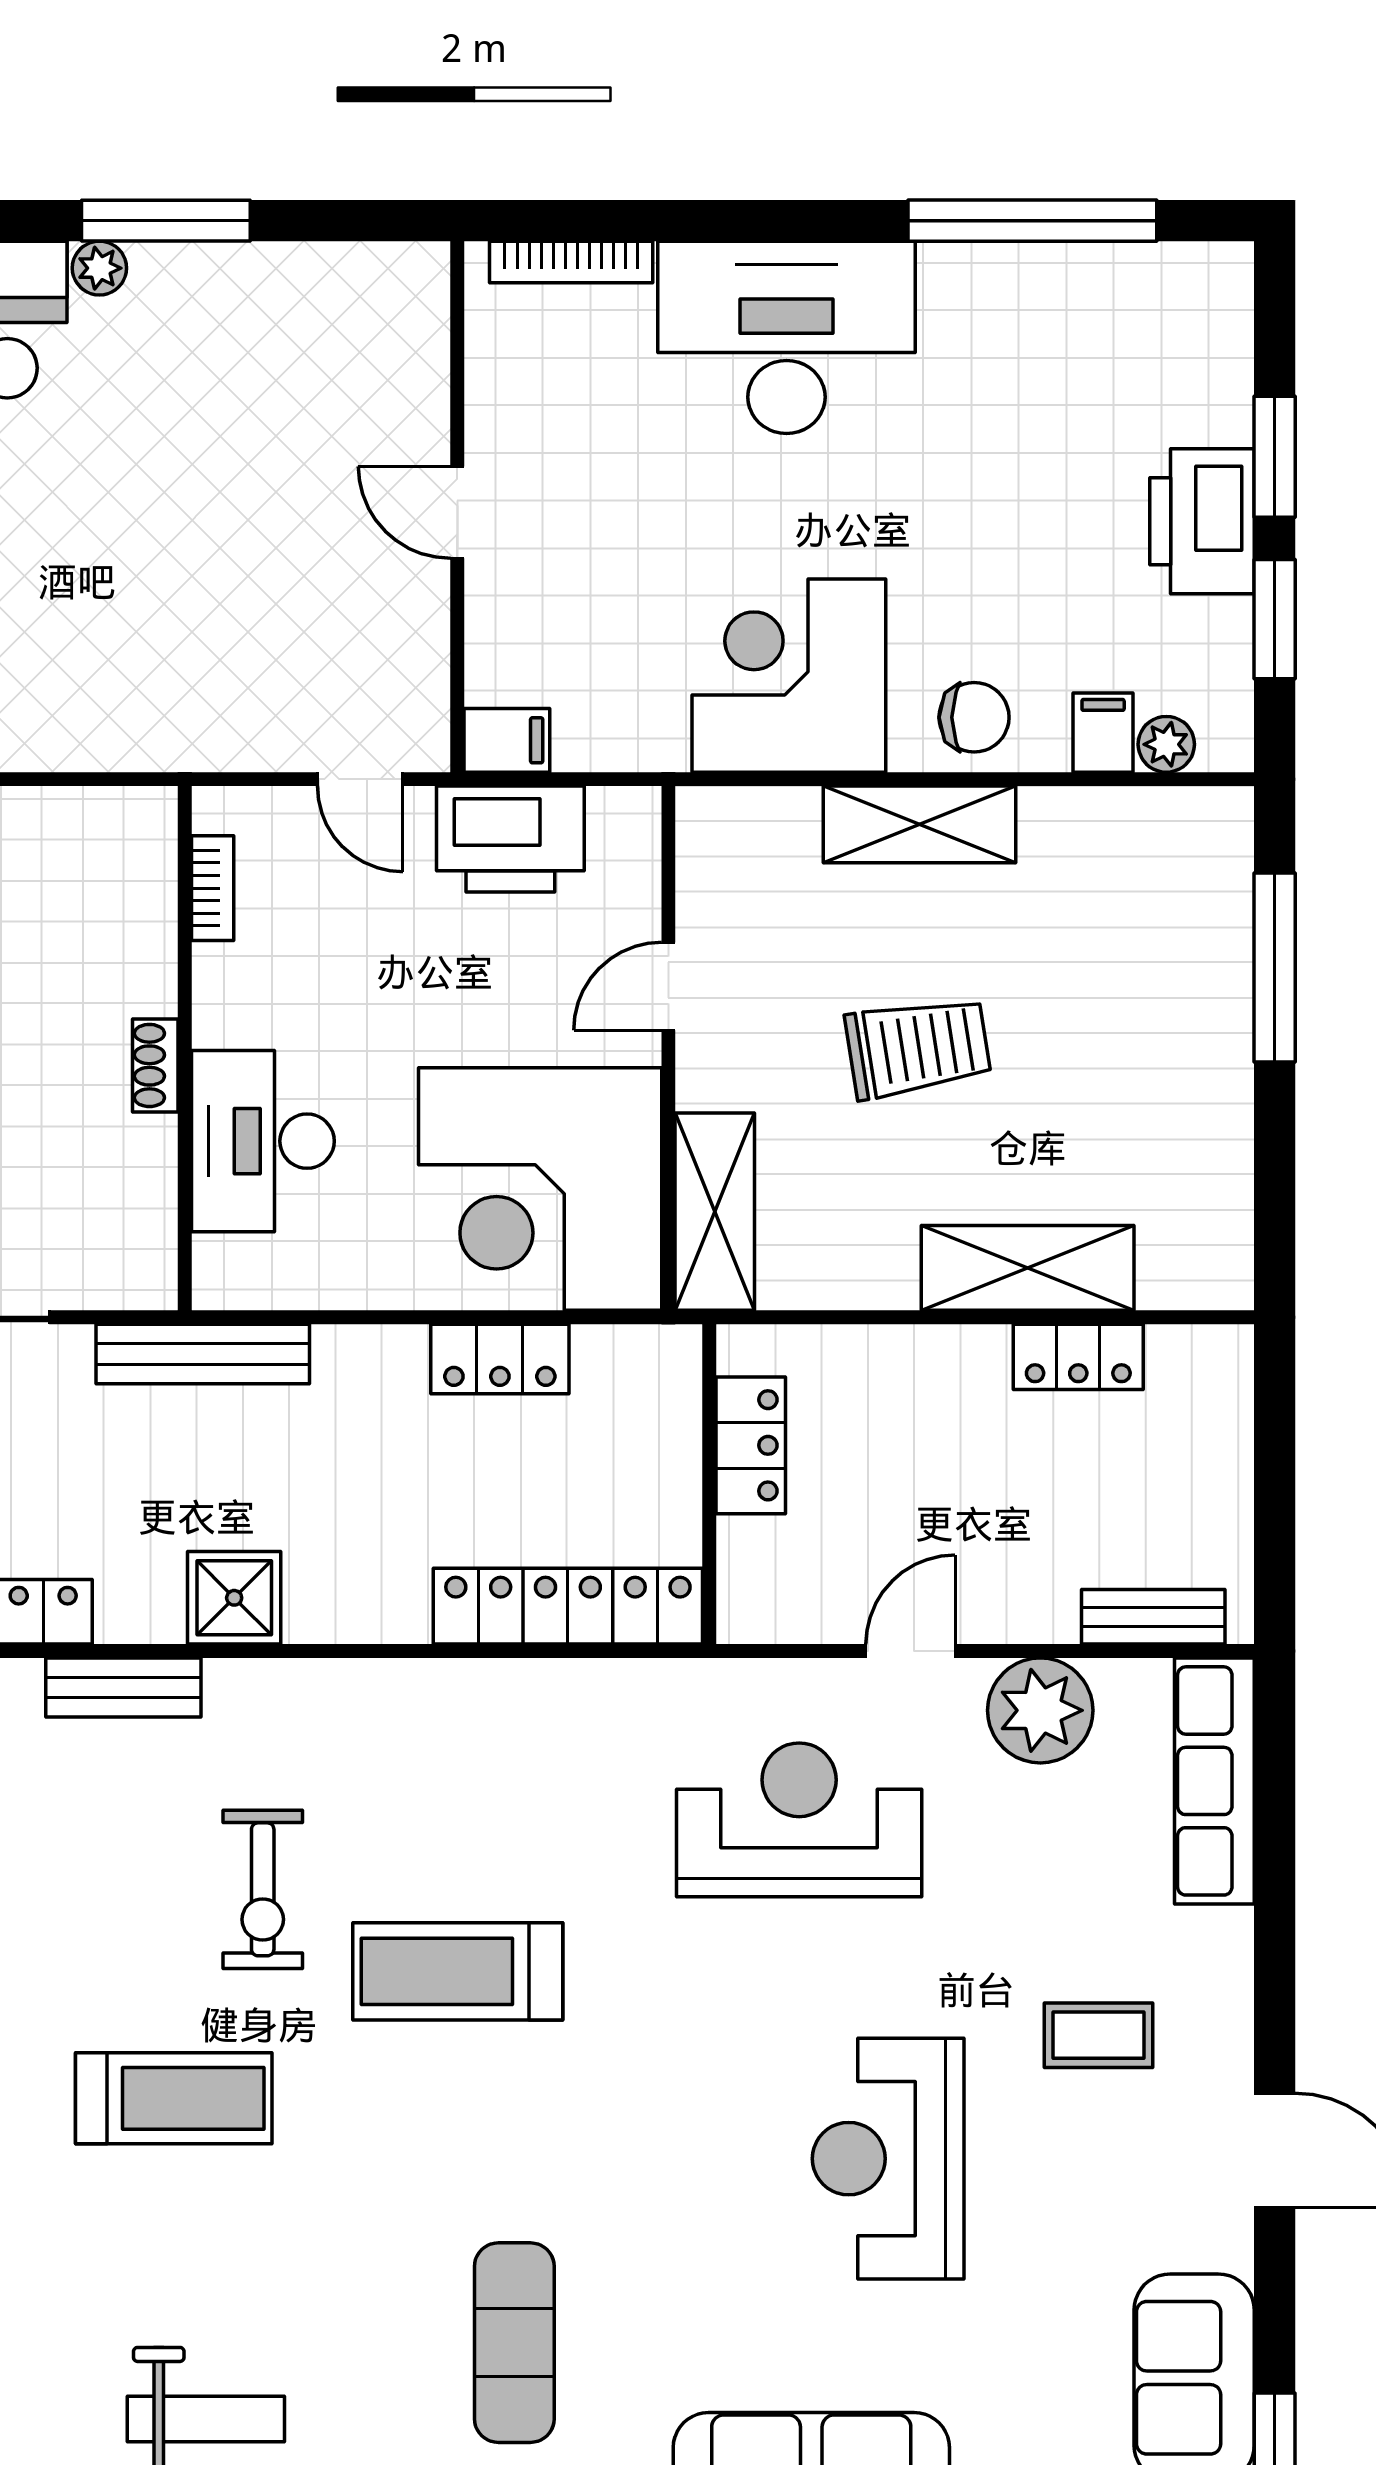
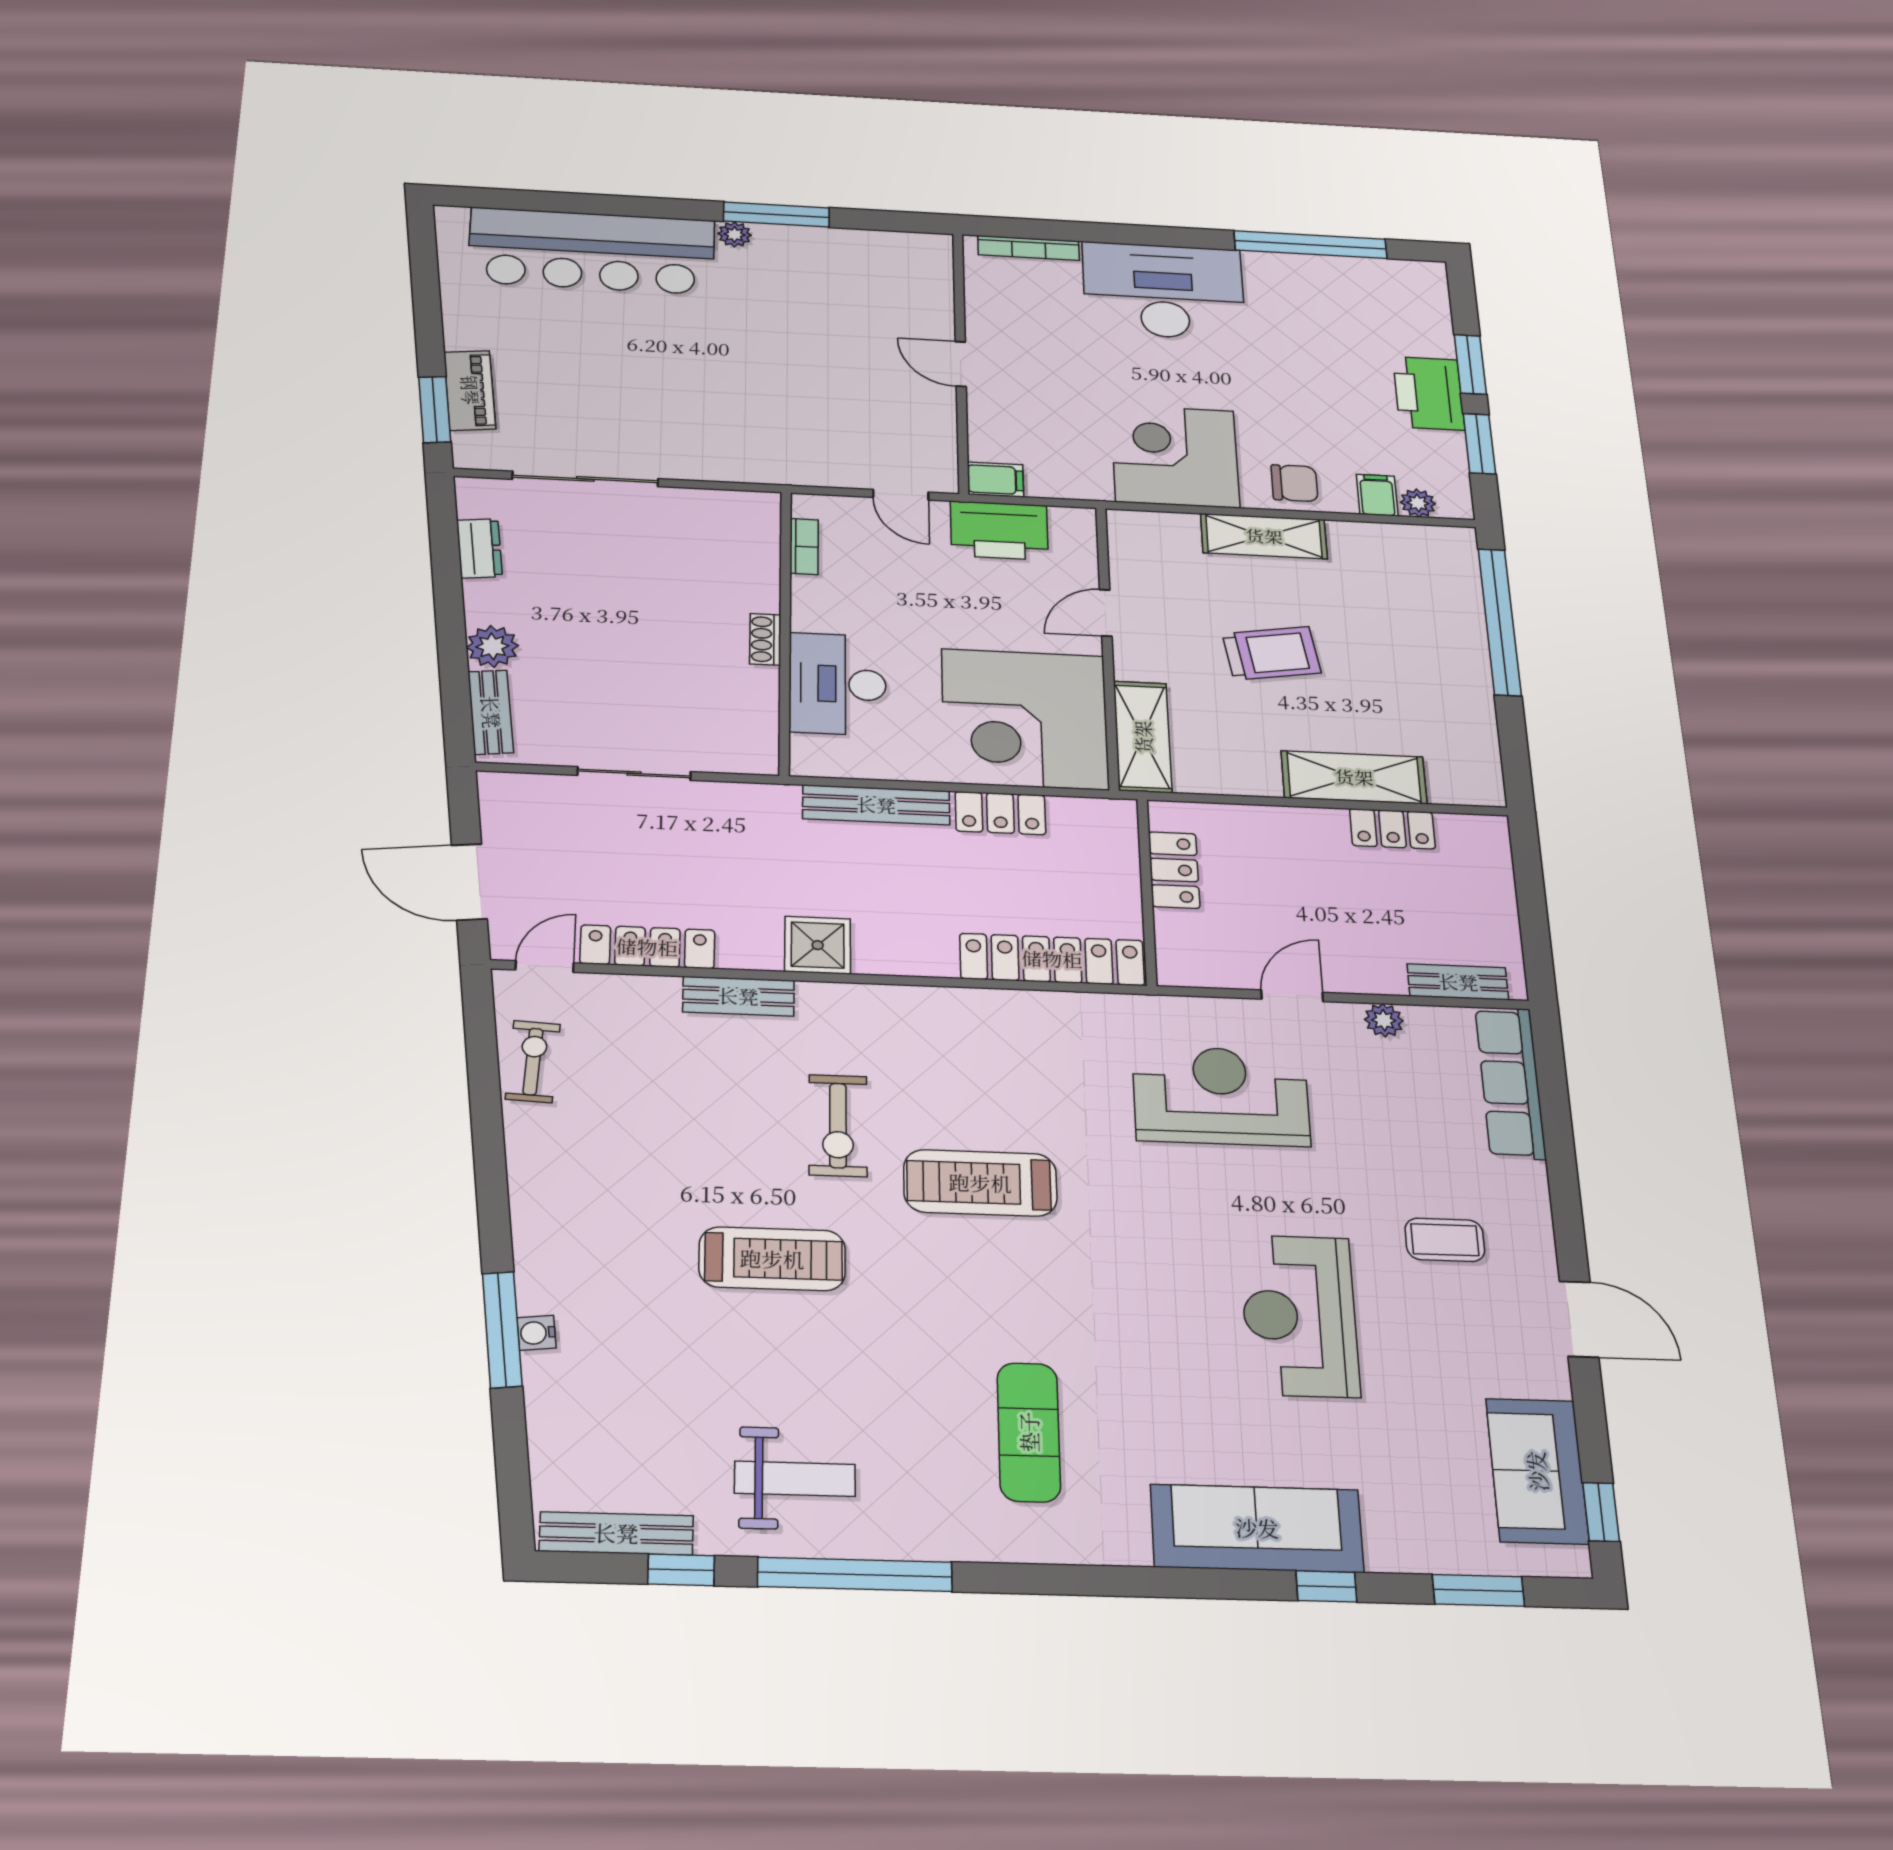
window: (1275, 968) -> (1500, 622), width x1.46
bench: (203, 1354) -> (876, 805), moved
plant: (1040, 1710) -> (1384, 1020), width x0.53, depth x0.53

